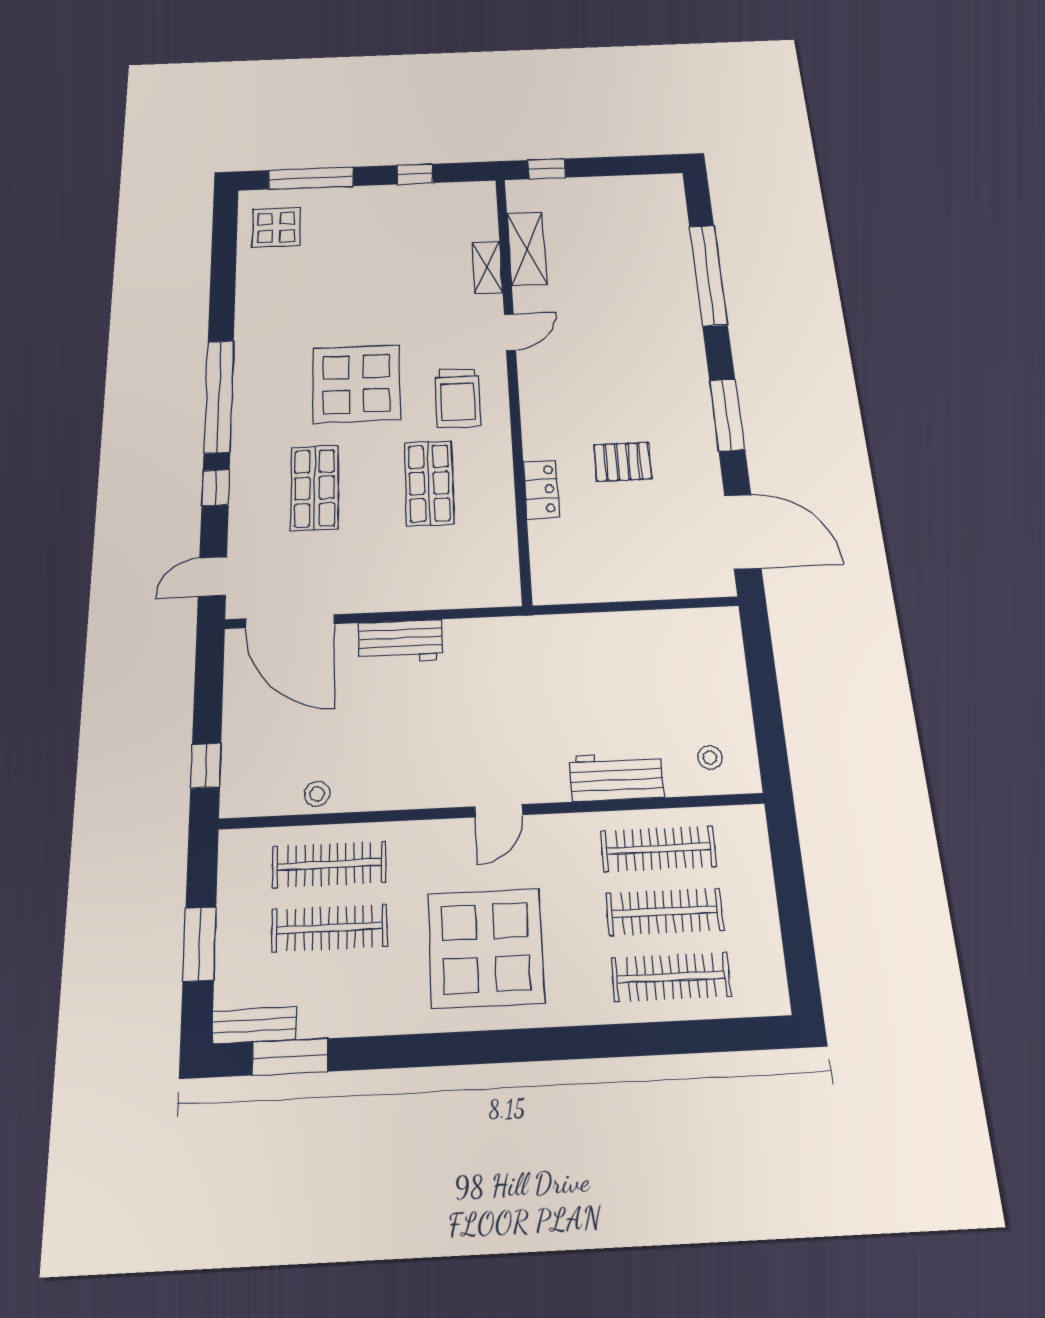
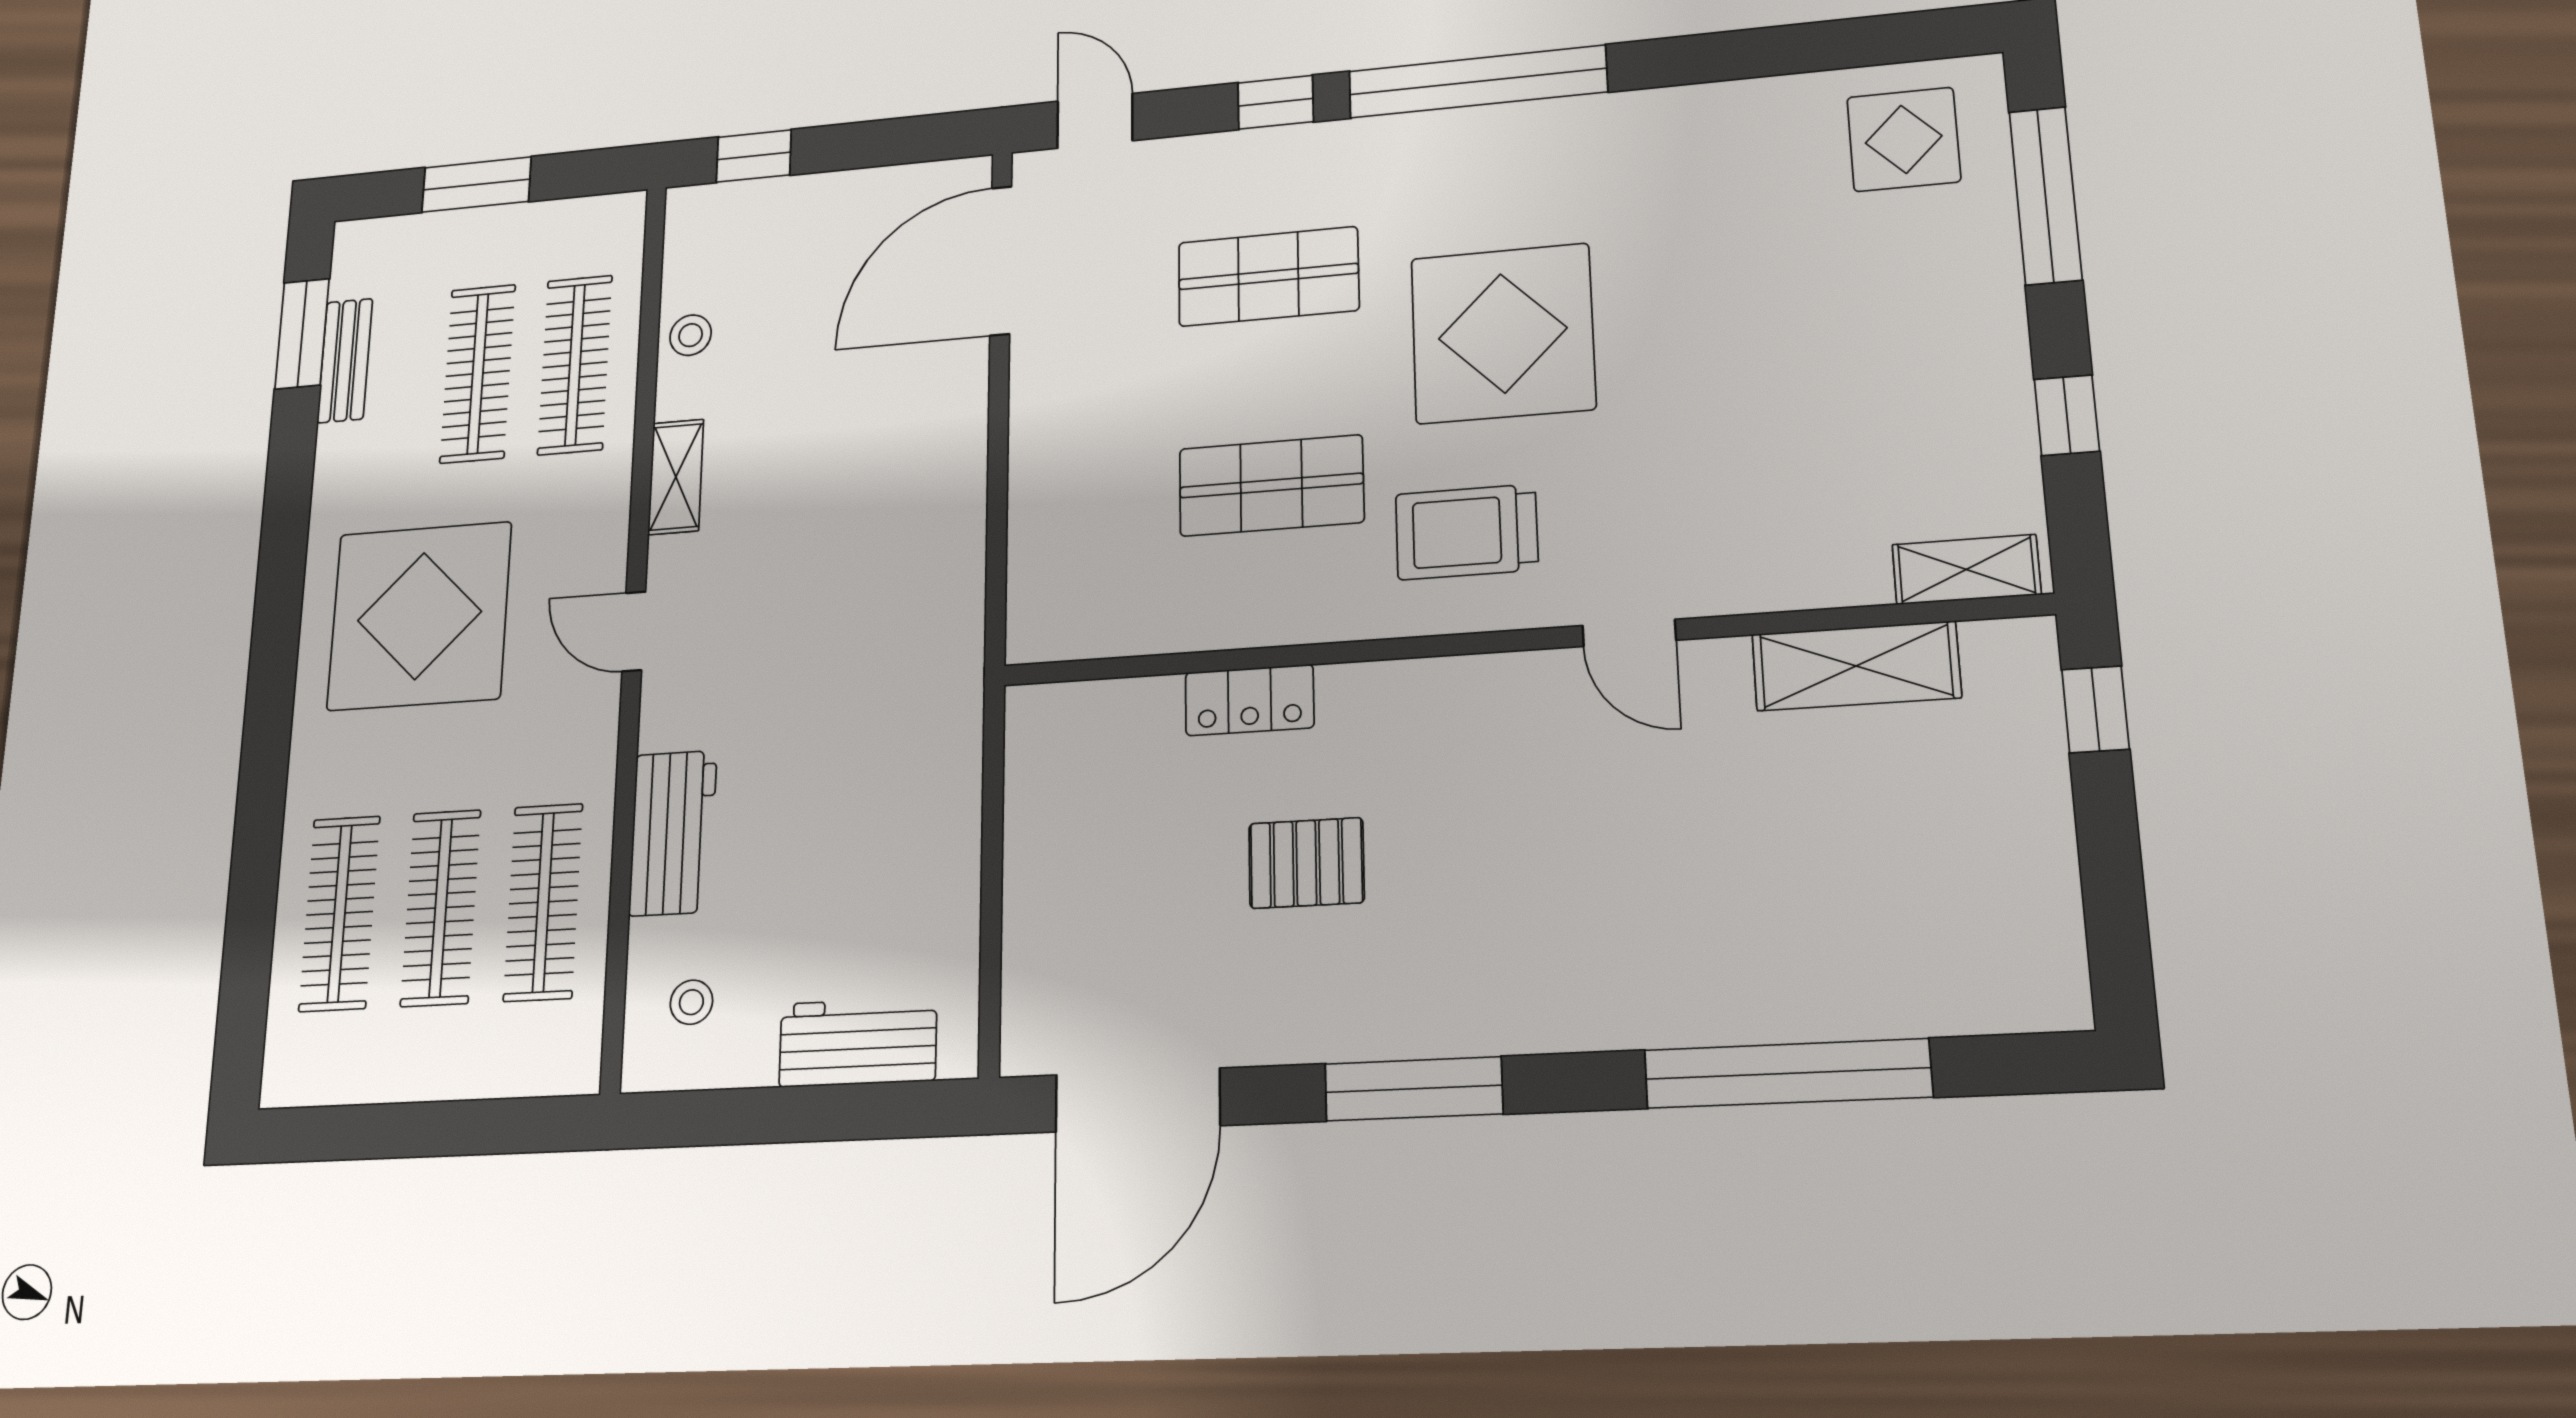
shelving: (487, 267) -> (1966, 569), moved
pallet: (623, 462) -> (1306, 863), turned 90
workbench: (401, 641) -> (858, 1042), moved, turned 90
shelving: (405, 795) -> (676, 477), added
bench: (254, 1025) -> (345, 361), moved

